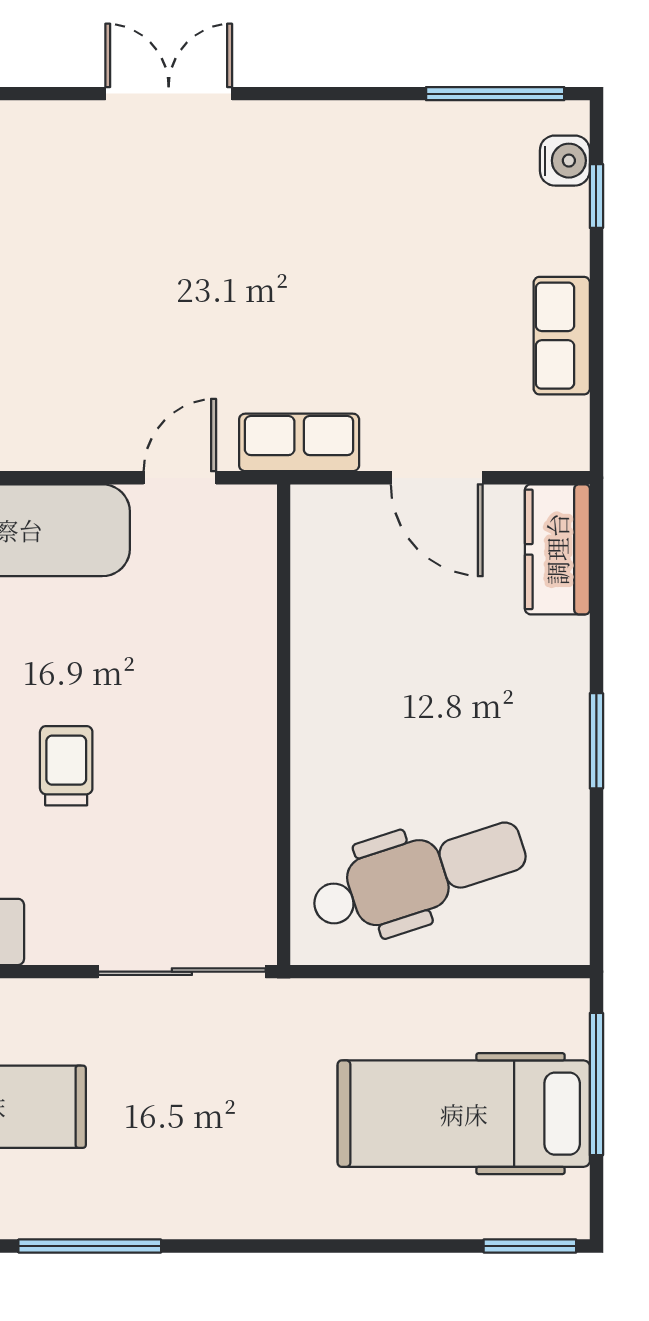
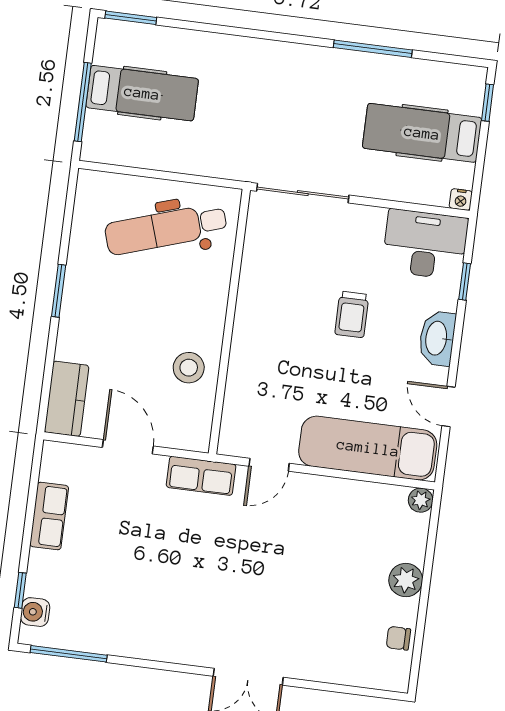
stool: (346, 633) -> (189, 368), added
hospital bed: (464, 1114) -> (142, 93), width x0.73, depth x0.78

